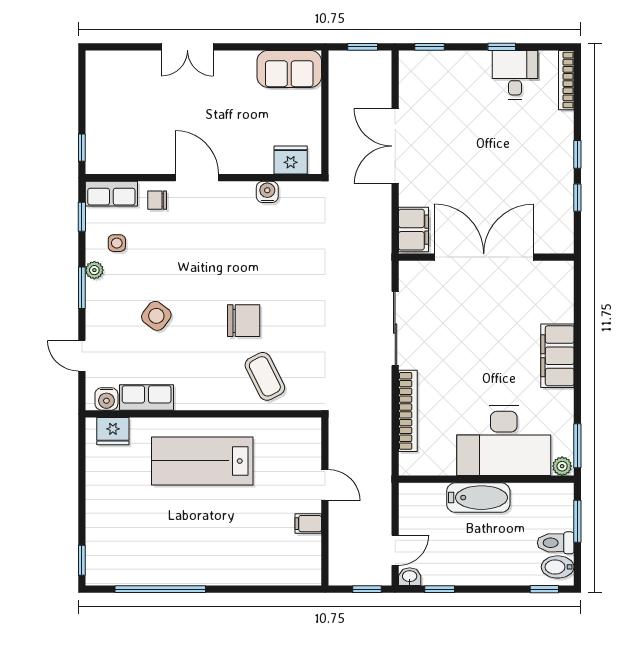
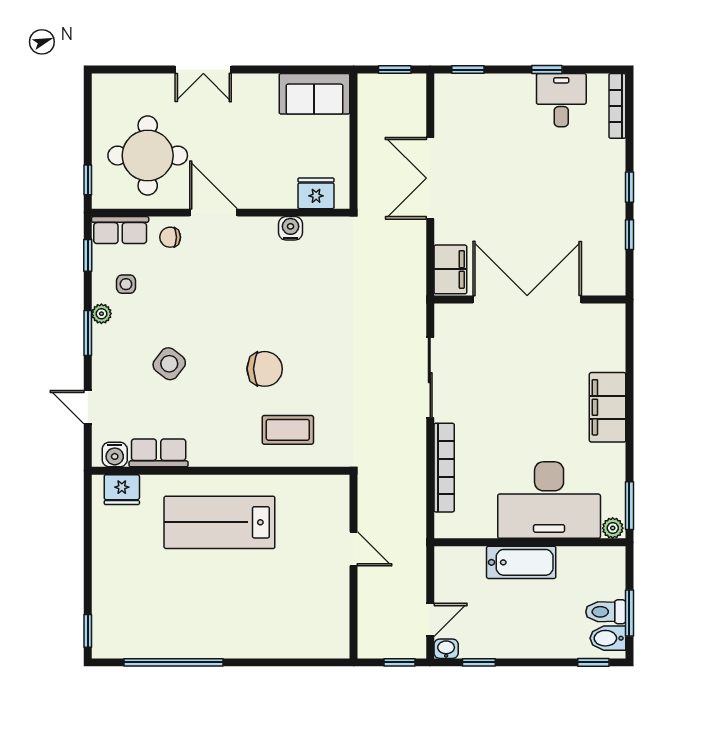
round table: (137, 125) -> (148, 156), added
coffee table: (265, 376) -> (288, 430), turned -63
window: (577, 521) -> (629, 613), moved
filing cabinet: (308, 524) -> (335, 591), removed

